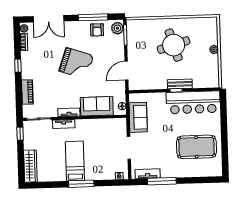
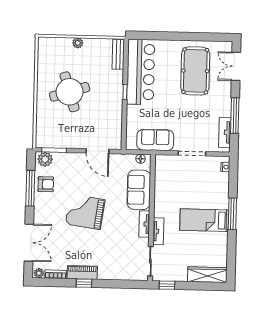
grand piano: (76, 63) -> (85, 212), turned -101
bench: (180, 84) -> (118, 54), moved
piano: (27, 92) -> (82, 273), moved
double door: (202, 180) -> (236, 66), added

